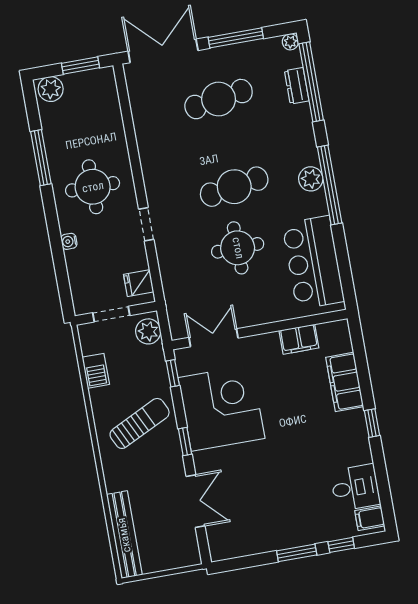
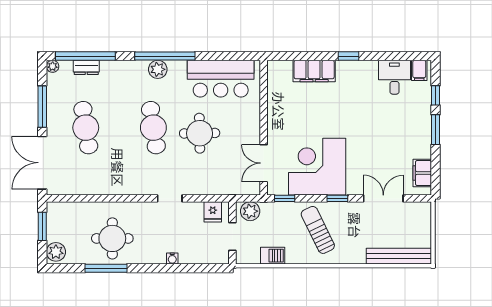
round table: (93, 187) -> (112, 238), moved
filing cabinet: (299, 339) -> (422, 173), moved, turned 180

